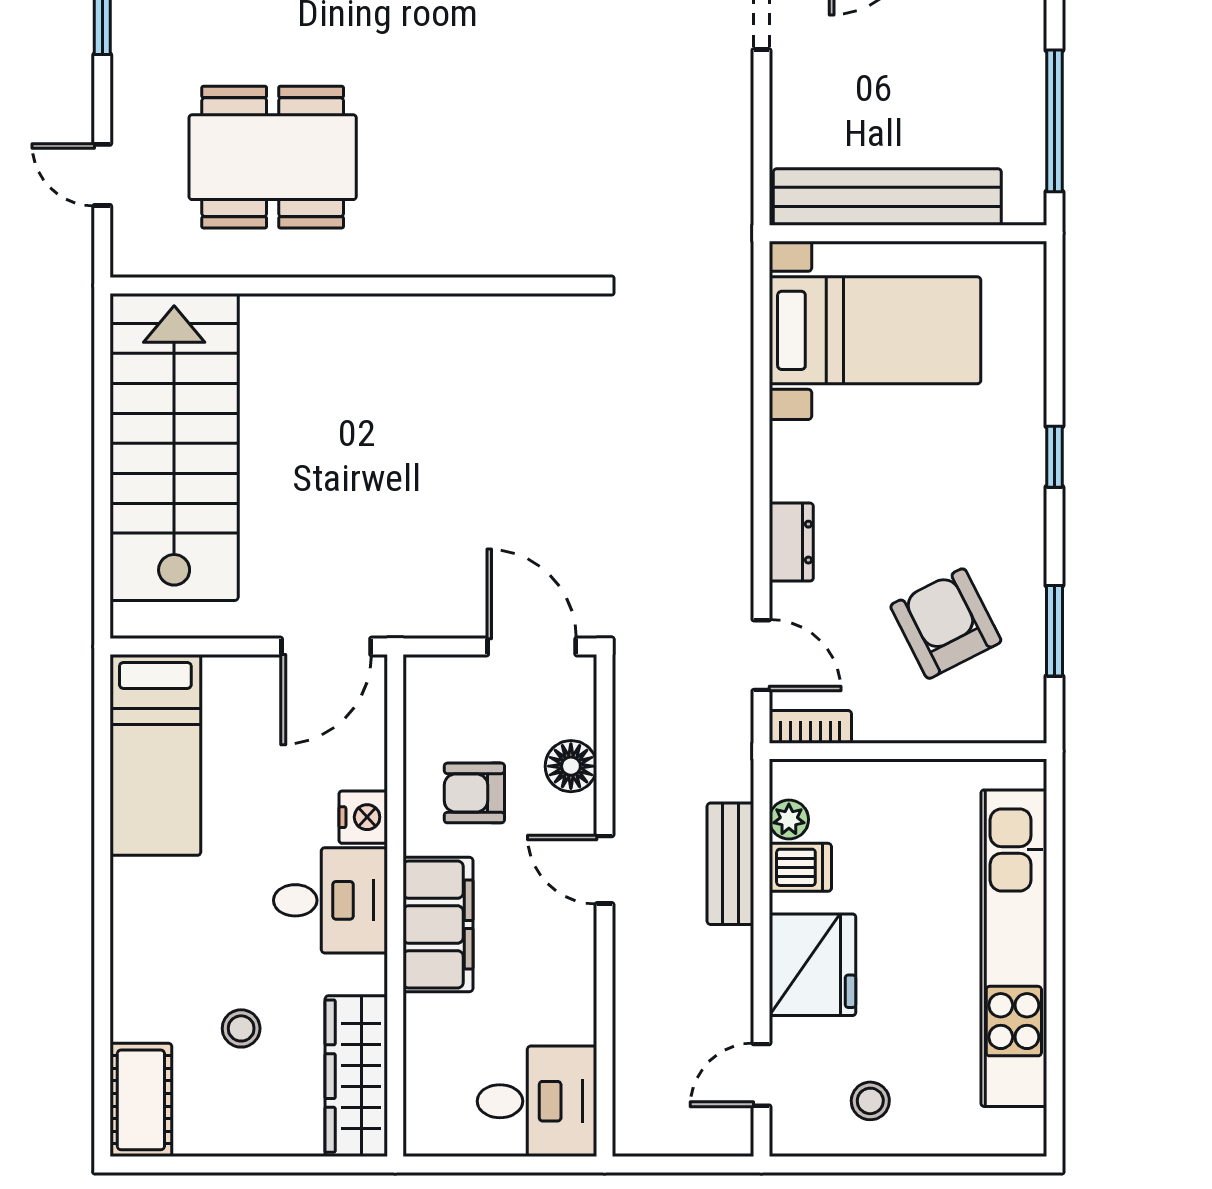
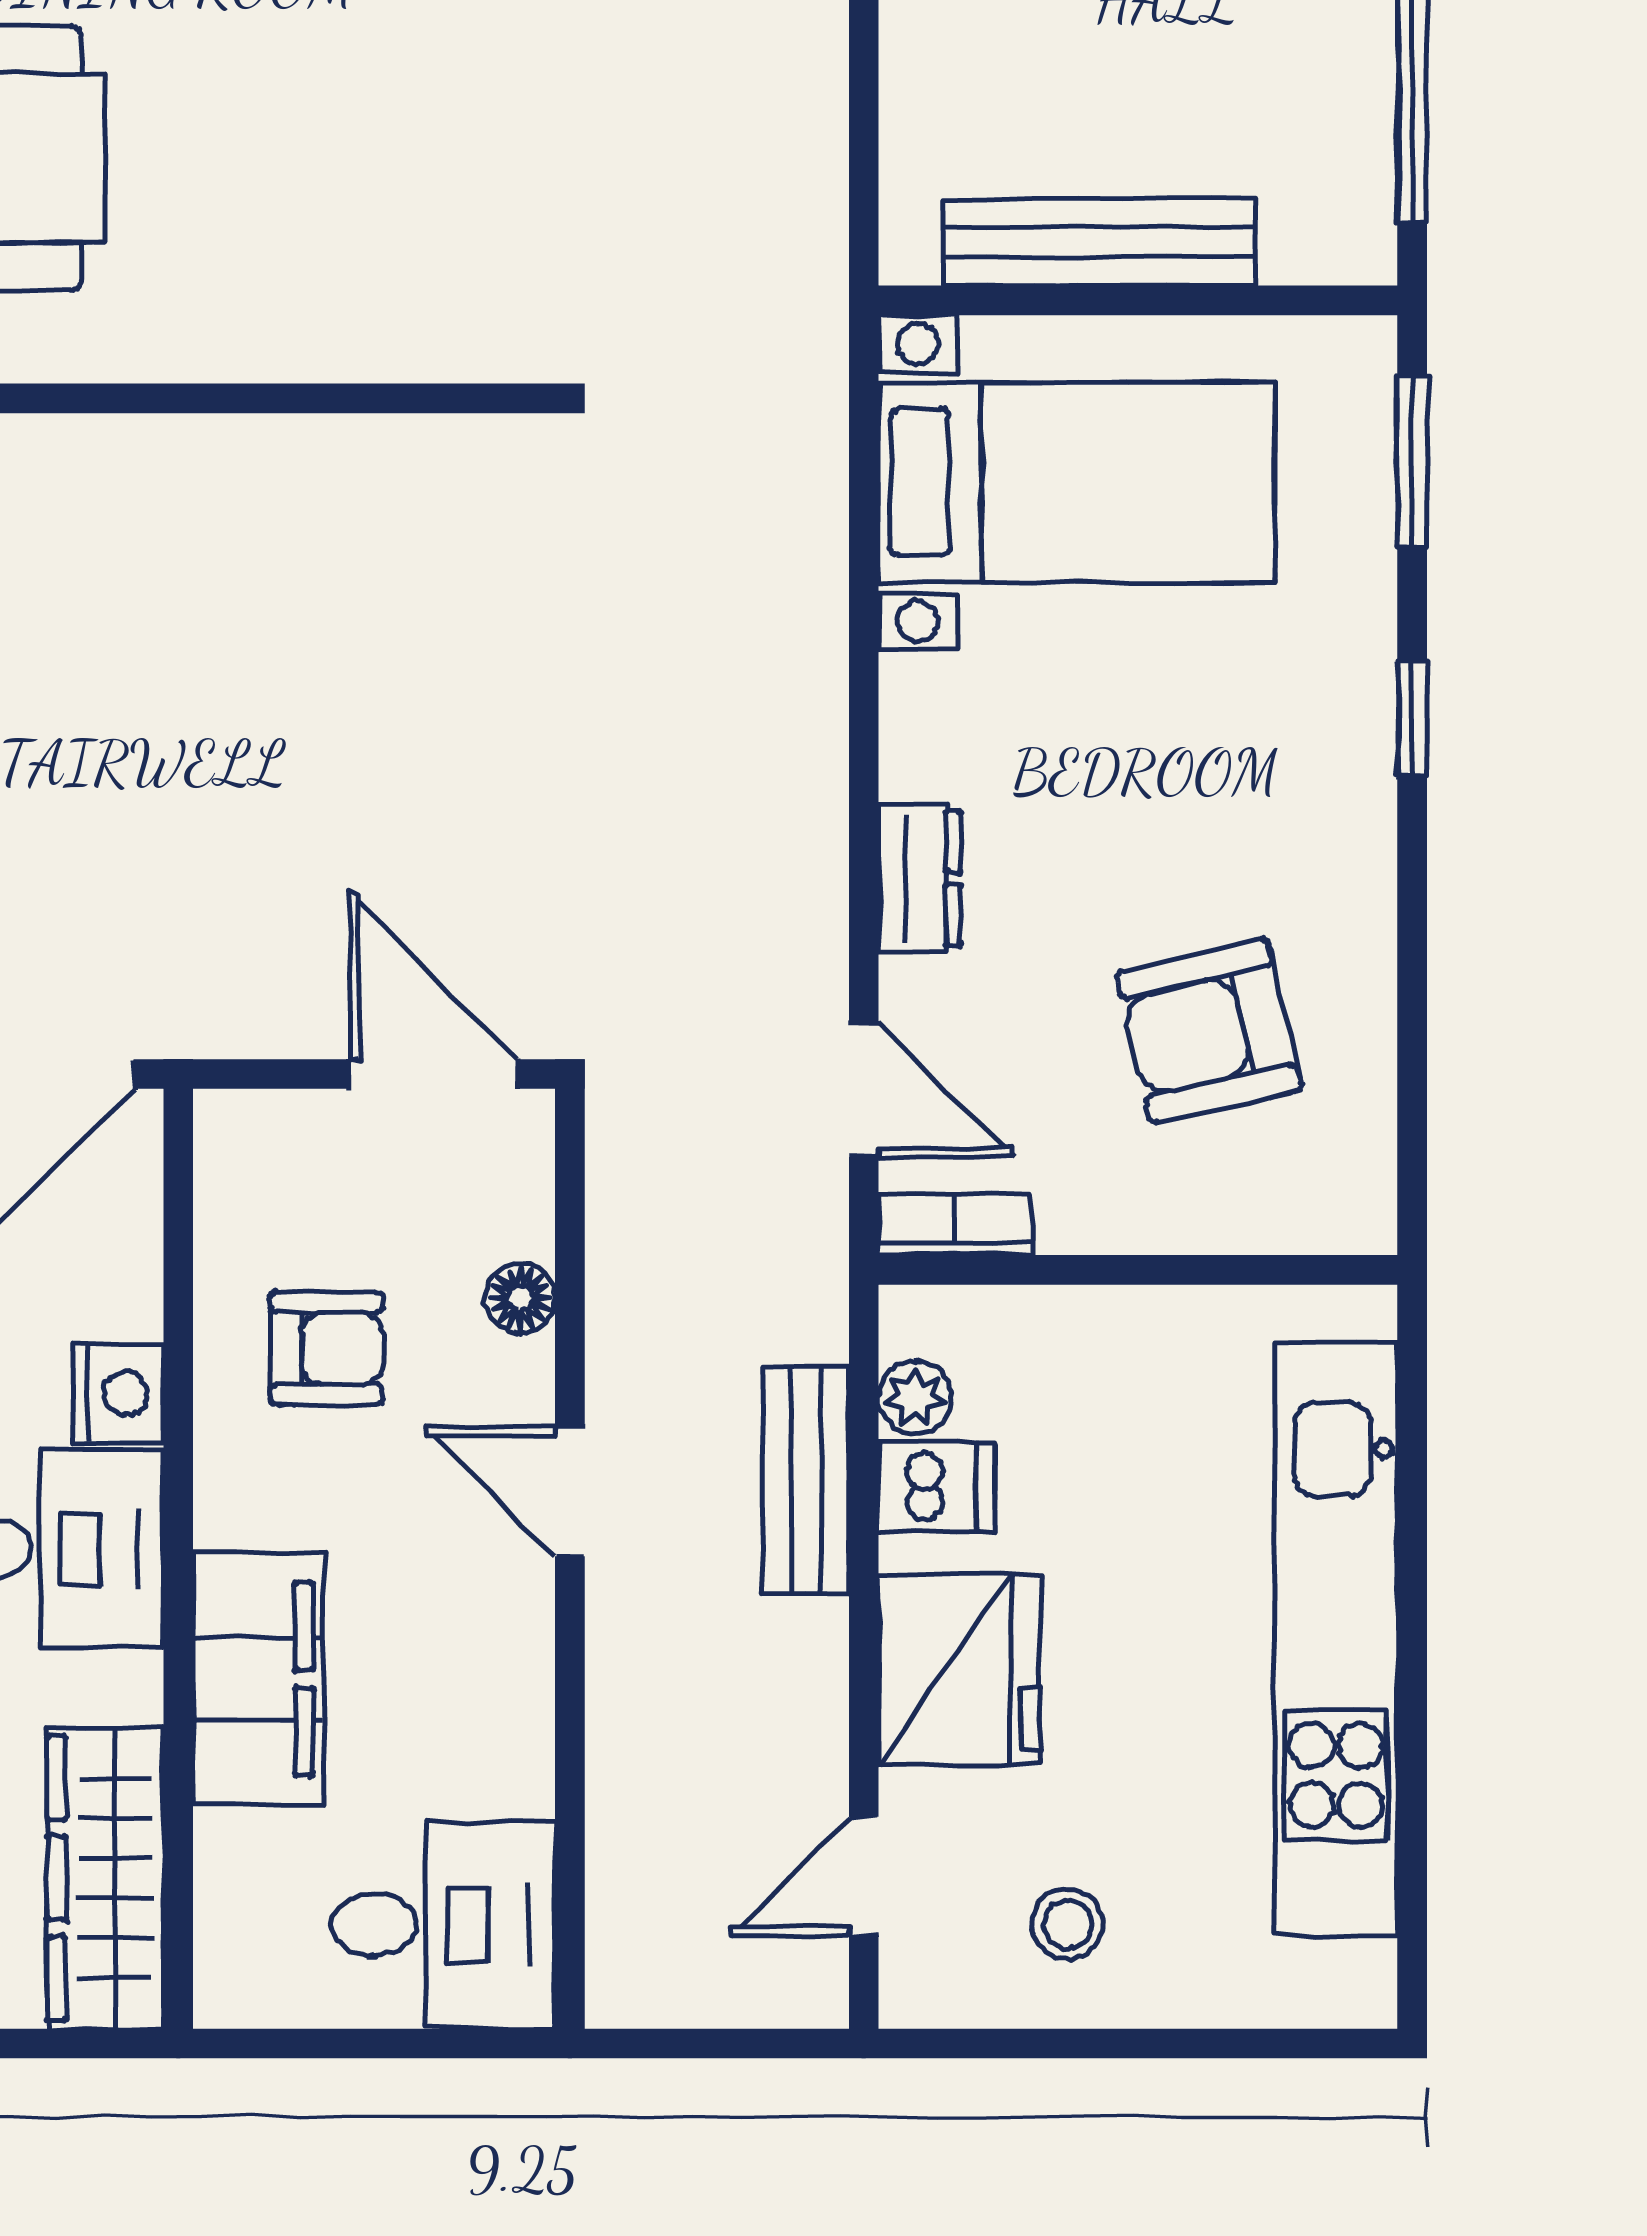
bench: (887, 197) -> (1099, 242), width x0.73, depth x0.82
armchair: (946, 624) -> (1209, 1031), turned -76
window: (1054, 631) -> (1412, 462), moved
floor lamp: (571, 766) -> (520, 1298), width x0.73, depth x0.73
armchair: (474, 793) -> (326, 1348), turned 180
filing cabinet: (438, 924) -> (258, 1679), moved

